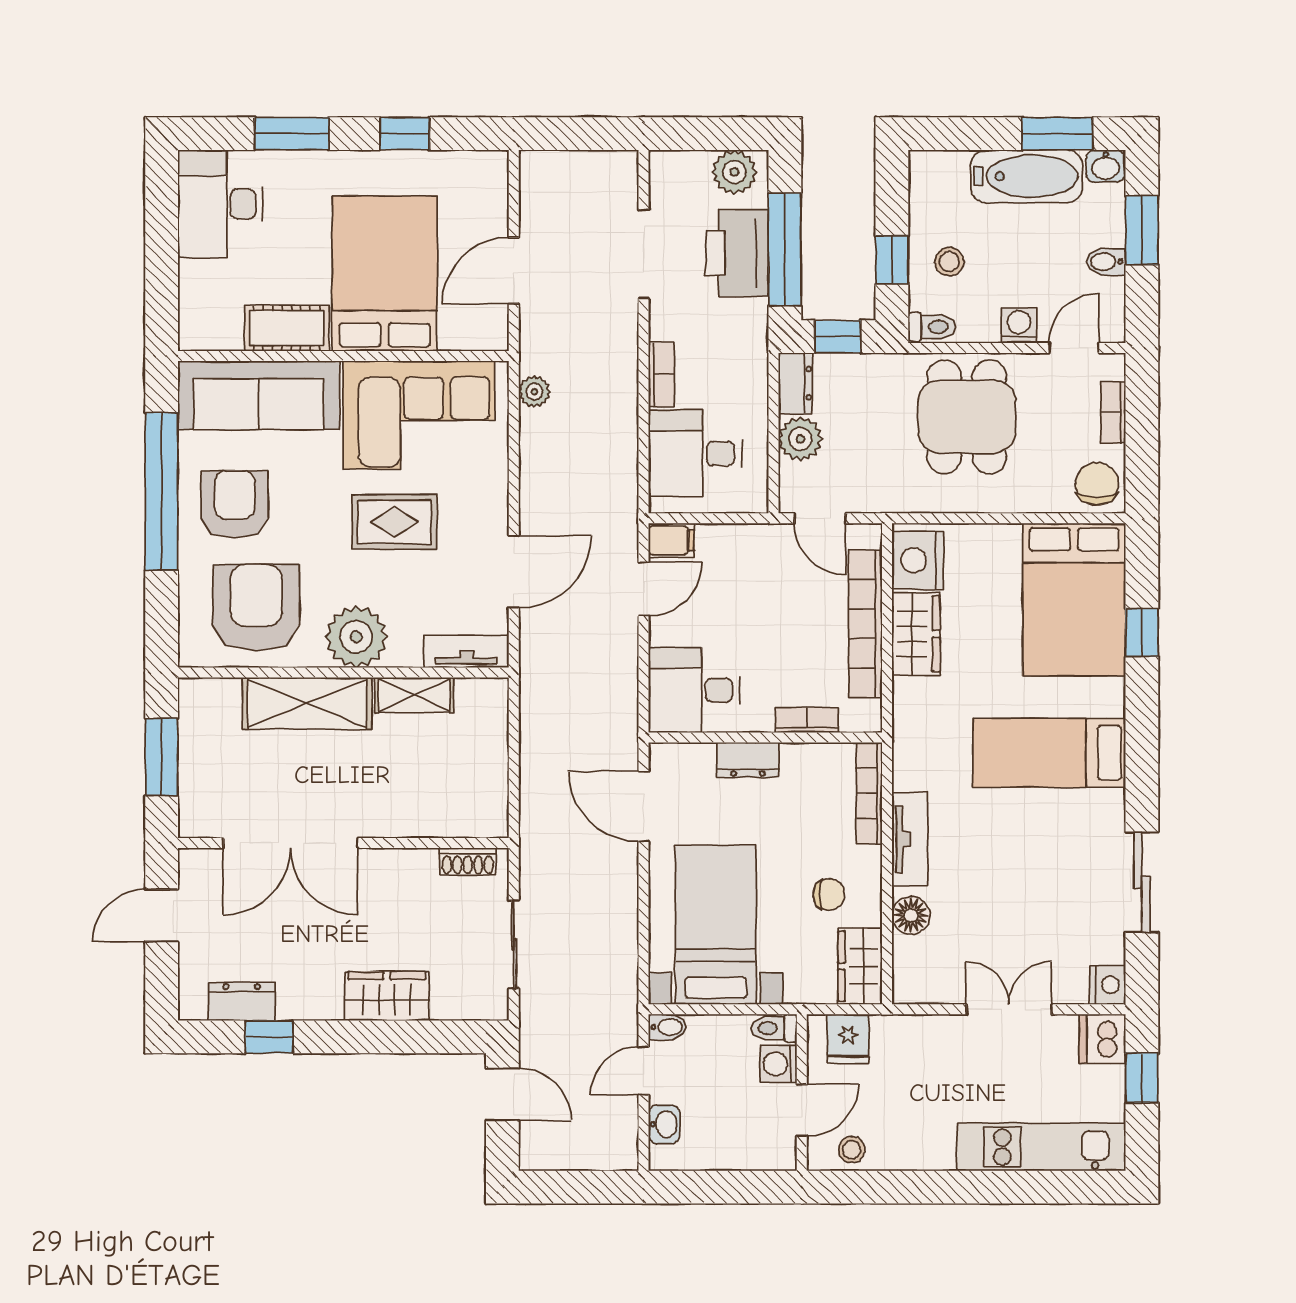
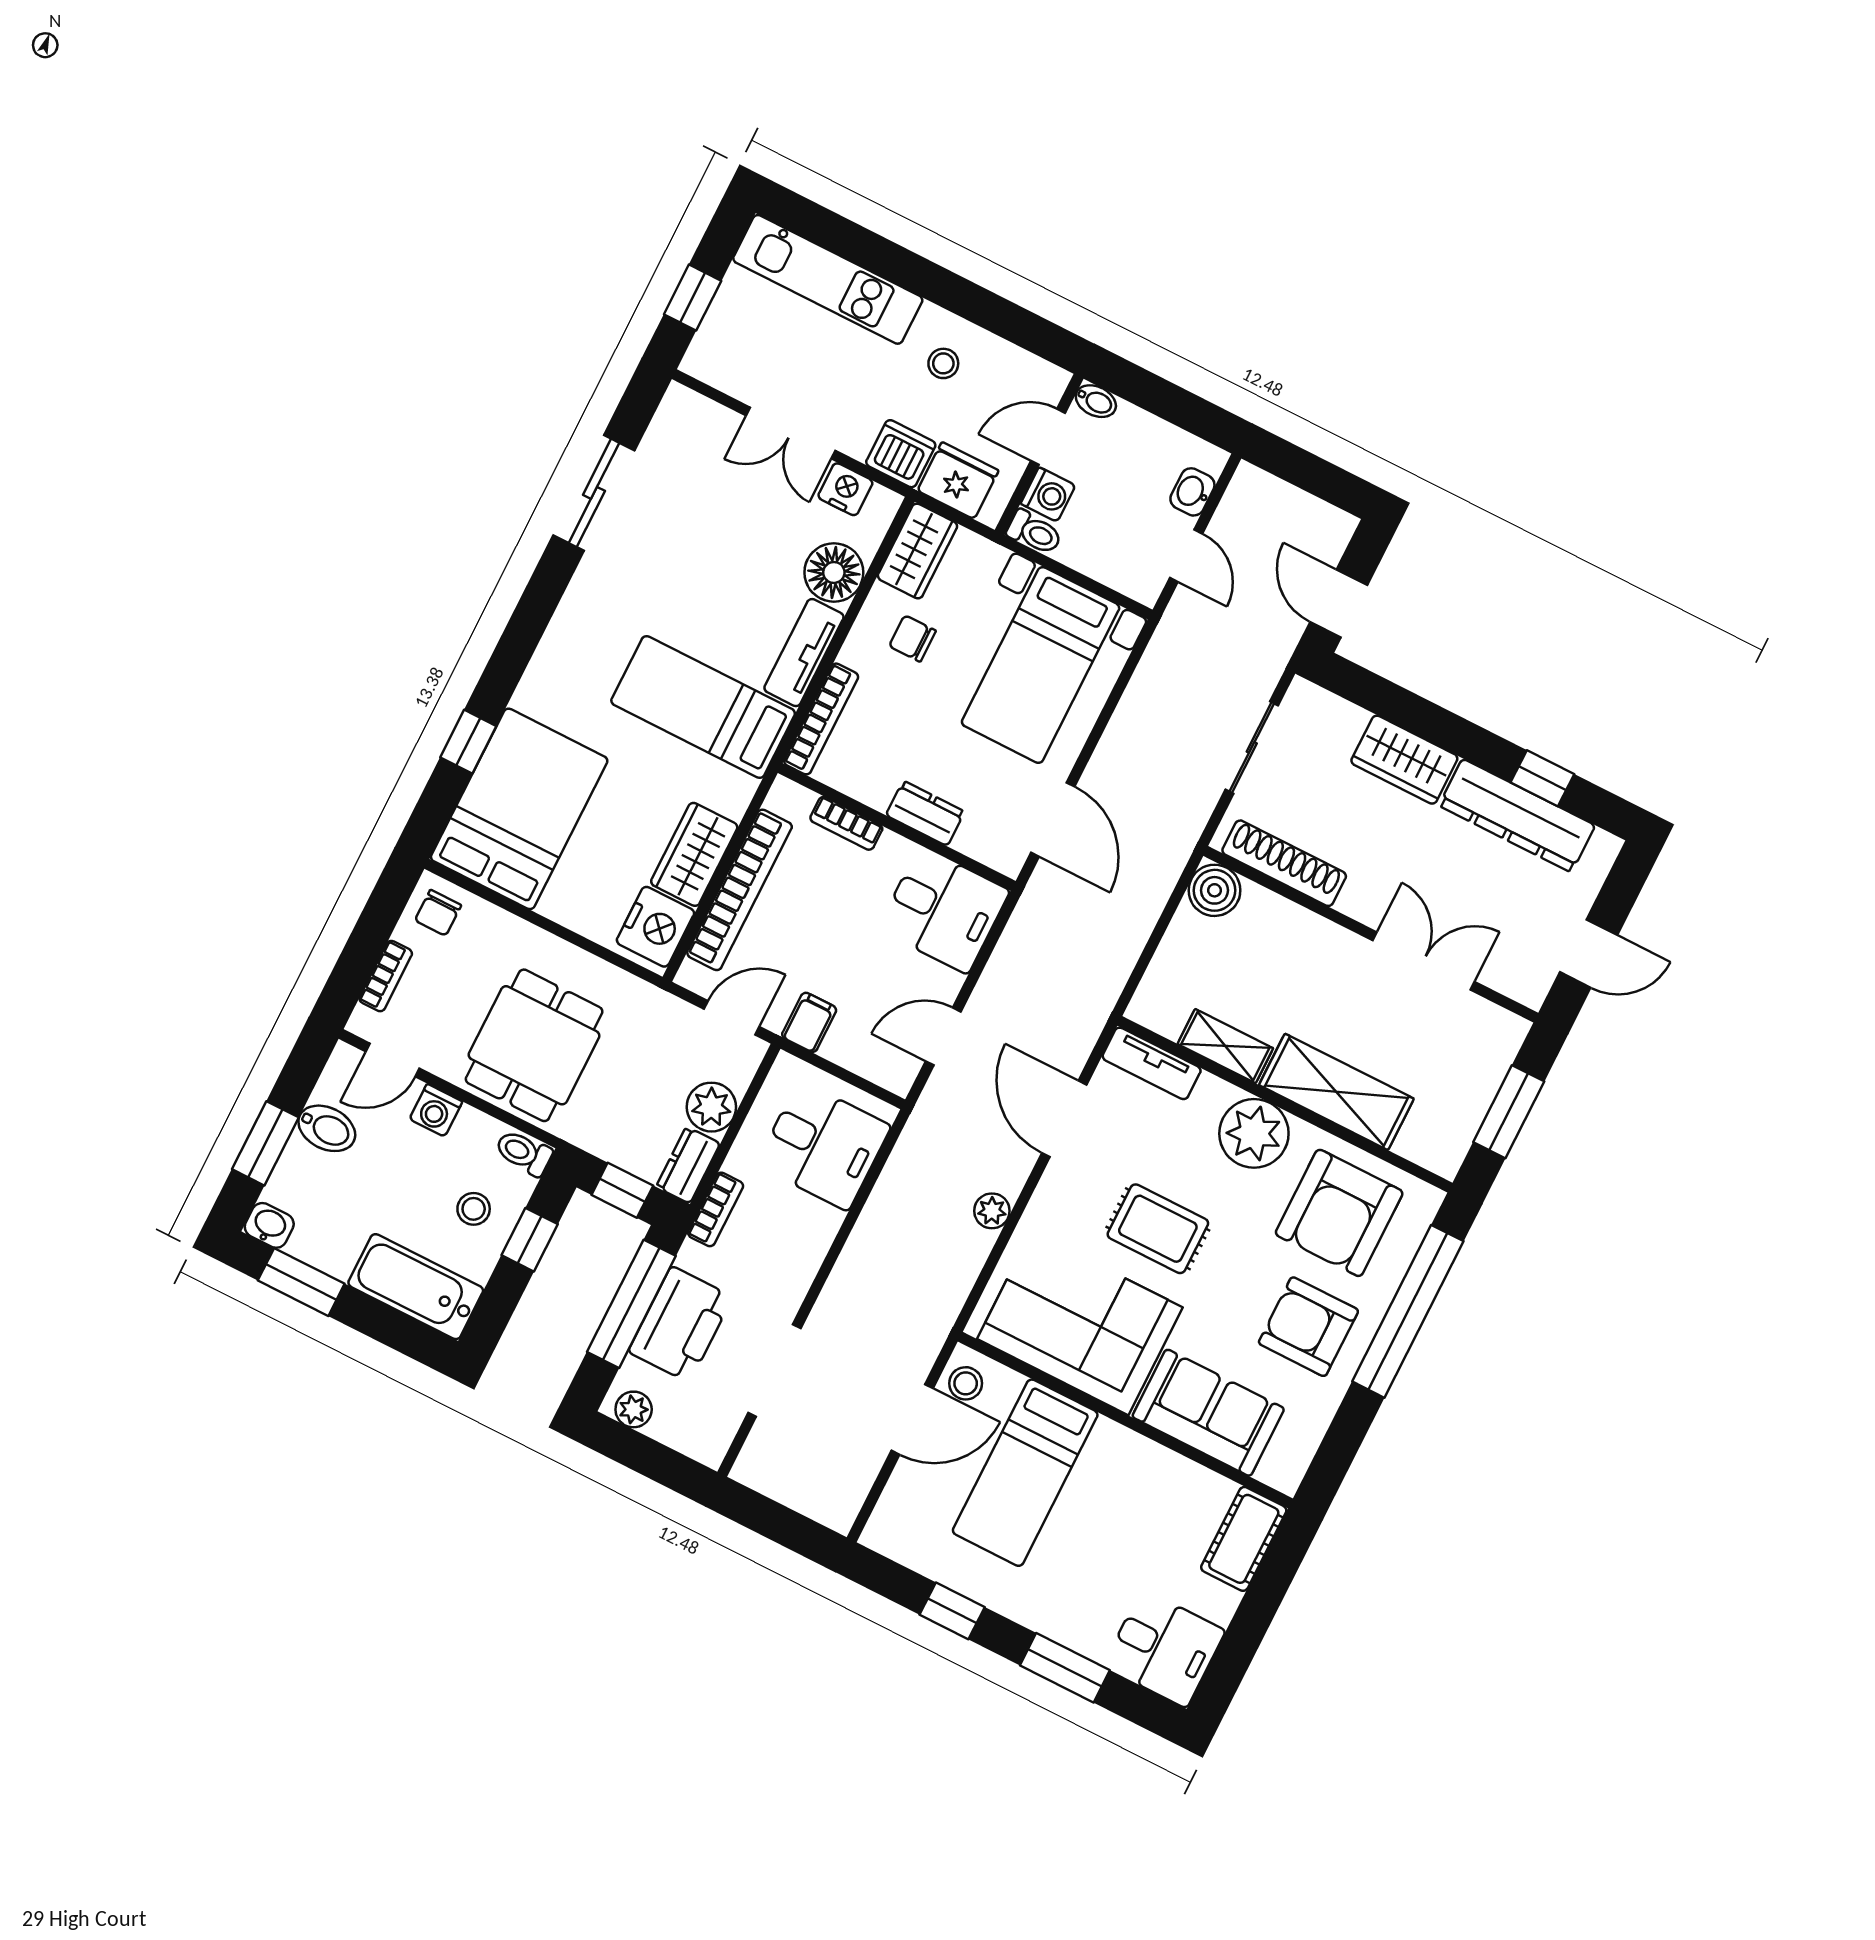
plant: (734, 172) -> (634, 1409), width x0.73, depth x0.73
bathtub: (1027, 176) -> (416, 1287), moved
desk: (220, 204) -> (1164, 1648), width x0.73
bidet: (1106, 262) -> (327, 1128), width x1.38, depth x1.36
bed: (385, 274) -> (1025, 1473), width x0.67
stool: (486, 321) -> (966, 1383), added
cot: (287, 328) -> (1244, 1539), moved, turned 90
bookcase: (661, 375) -> (716, 1209), moved, turned 180
plant: (534, 392) -> (992, 1211), moved
sofa: (259, 395) -> (1208, 1413), width x0.73
chair: (1097, 484) -> (438, 913), width x0.73, depth x0.73
window: (162, 492) -> (1408, 1311), moved
armchair: (235, 504) -> (1308, 1327), turned 90
door: (820, 518) -> (732, 1018), hinge flipped
filing cabinet: (671, 540) -> (809, 1022), moved, turned 90
door: (514, 572) -> (1064, 1119), hinge flipped
bed: (1049, 753) -> (703, 707), moved, turned 180
boiler: (486, 815) -> (1215, 890), added
double door: (290, 843) -> (1424, 961), width x0.73
shoe rack: (468, 862) -> (1284, 863), width x1.94, depth x1.24
floor lamp: (911, 915) -> (834, 572), width x1.38, depth x1.38
nightstand: (1108, 985) -> (845, 489), moved, turned 90
dresser: (242, 1002) -> (1517, 816), width x1.96, depth x1.24
bidet: (667, 1027) -> (1096, 401), moved, turned 180
fridge: (848, 1039) -> (958, 481), width x1.38
dishwasher: (1103, 1039) -> (901, 454), moved, turned -90
door: (644, 1071) -> (1186, 556), hinge flipped
stool: (852, 1150) -> (943, 363), moved

